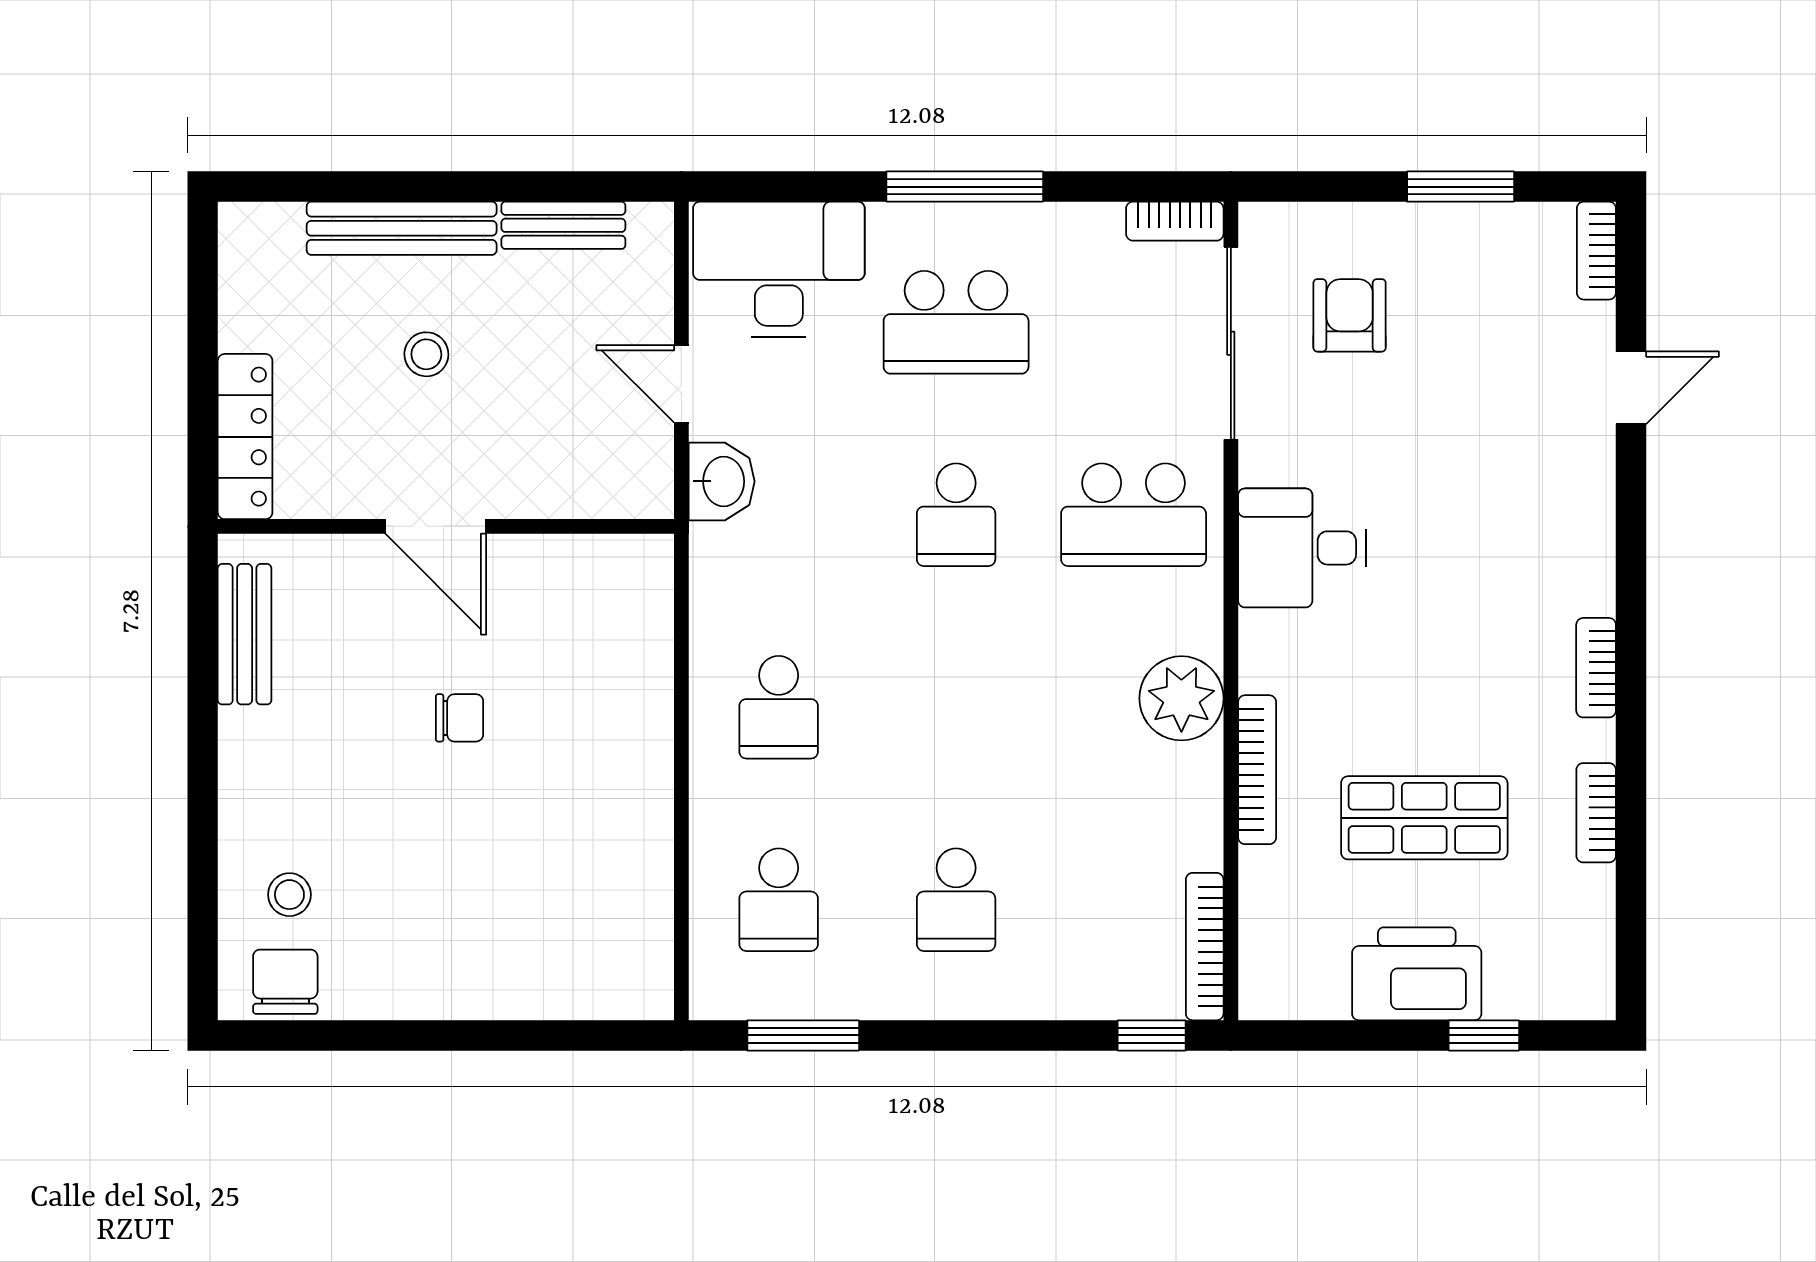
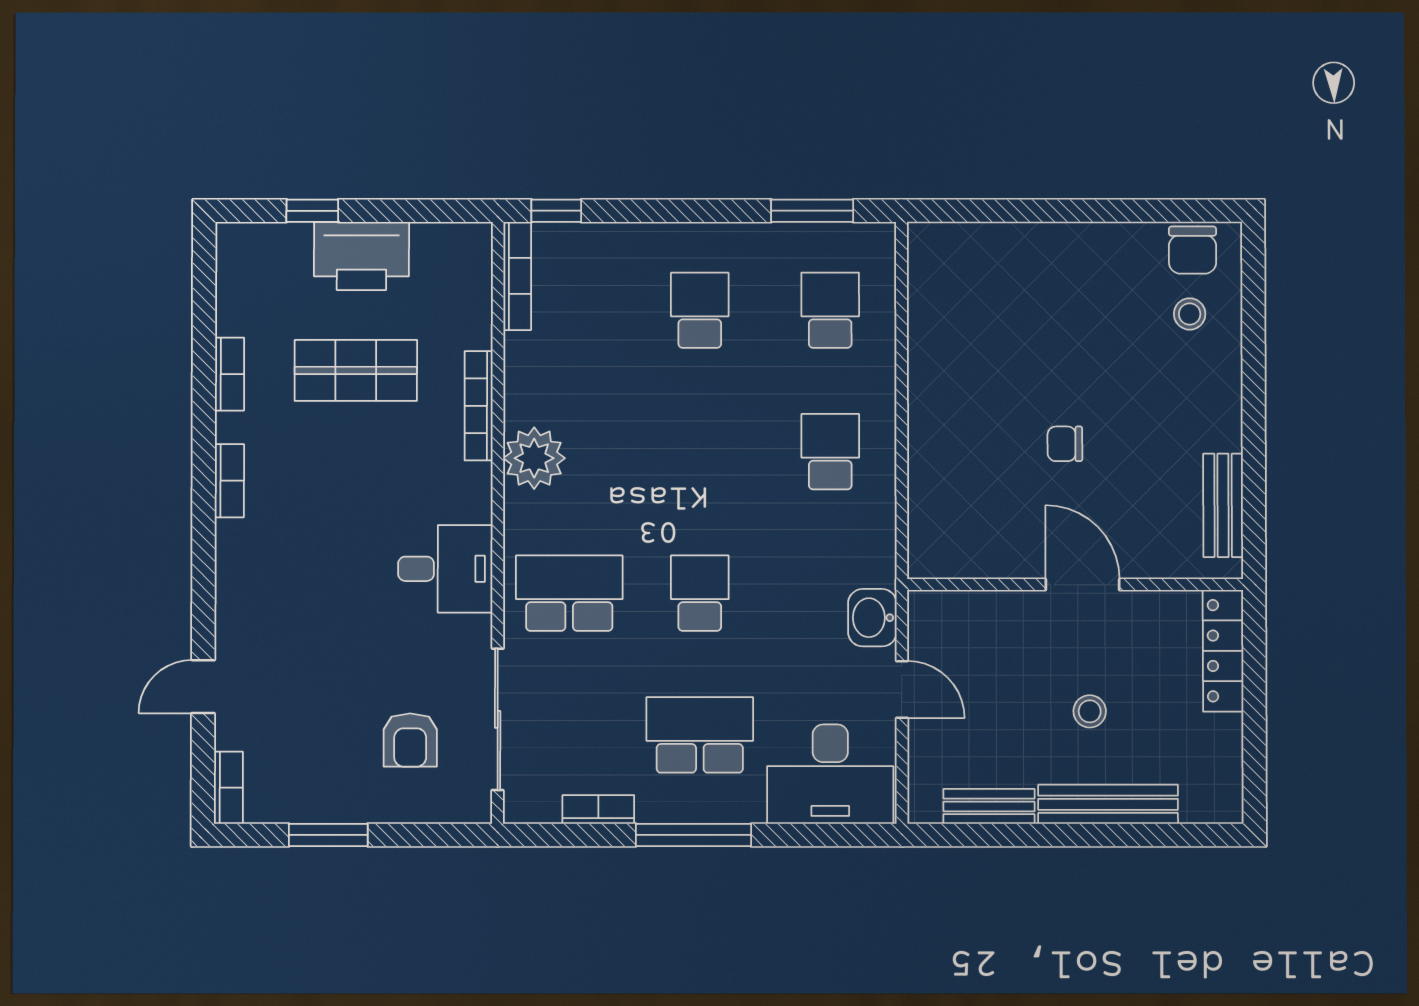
bookcase: (1175, 221) -> (598, 809), moved

